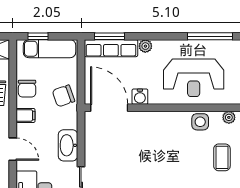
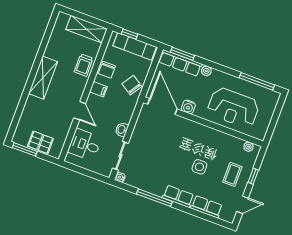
chair: (63, 96) -> (132, 85), turned 52
side table: (200, 122) -> (199, 167), moved
washbasin: (68, 145) -> (122, 130), width x0.52, depth x0.69

